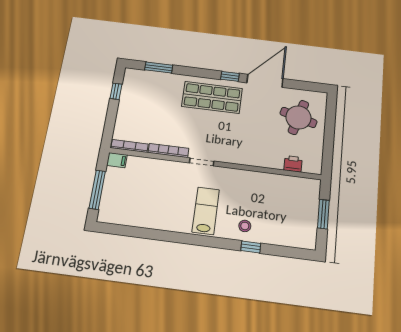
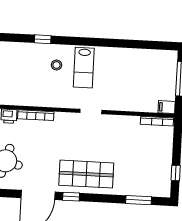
bookcase: (168, 151) -> (36, 115), moved
stool: (245, 226) -> (56, 65), moved

